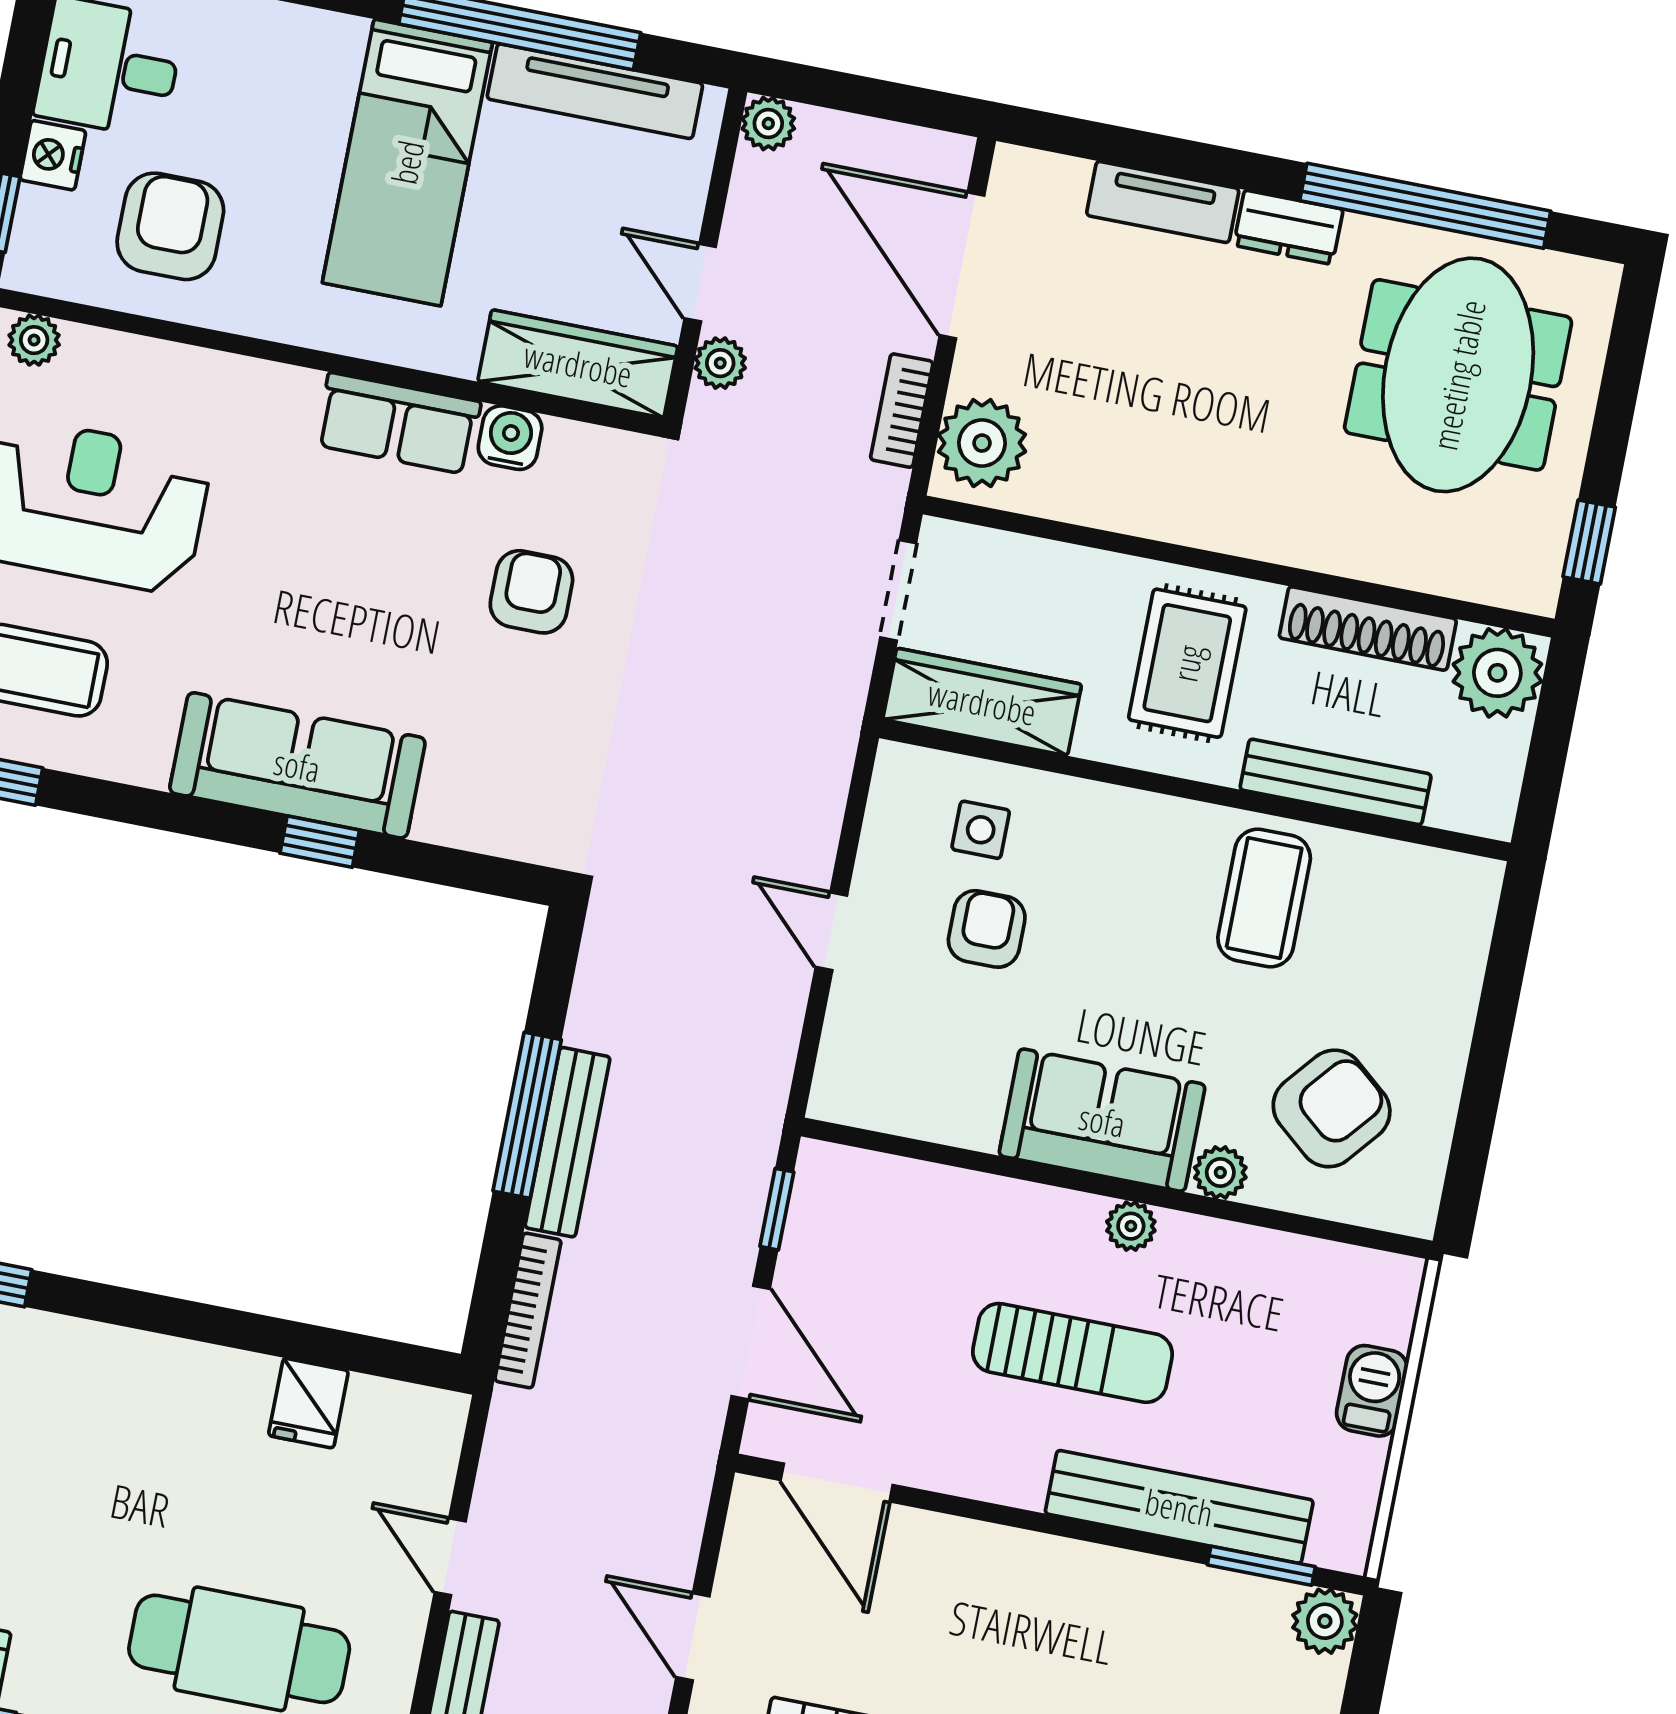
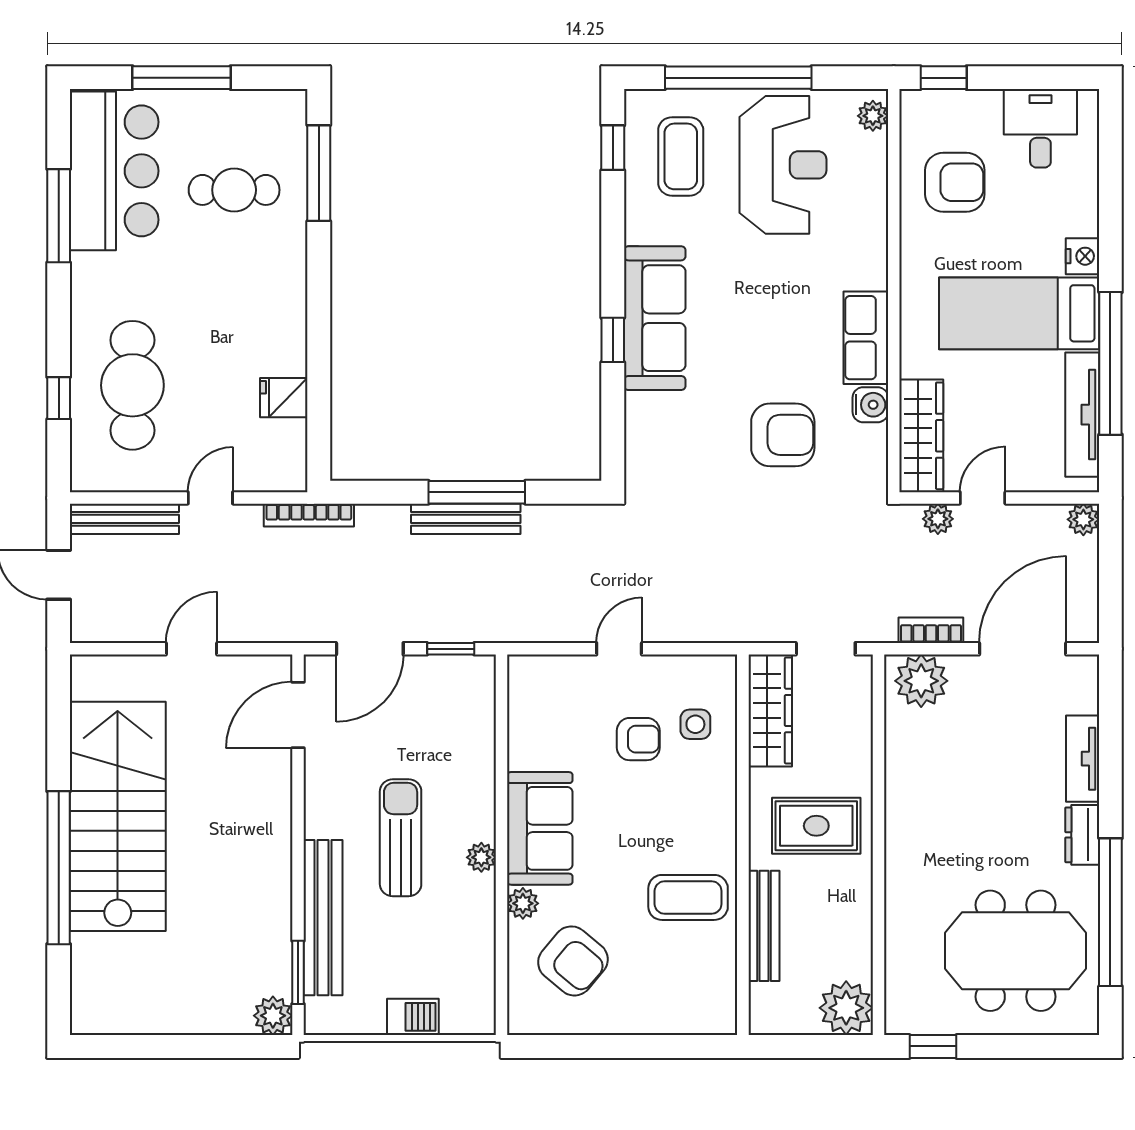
nightstand: (53, 155) -> (1082, 256), moved, turned 90
armchair: (531, 592) -> (783, 435), width x1.38, depth x1.38
shoe rack: (1368, 628) -> (857, 927), removed
bookcase: (528, 1311) -> (309, 515), moved
sun lounger: (1072, 1353) -> (401, 838), turned 180

